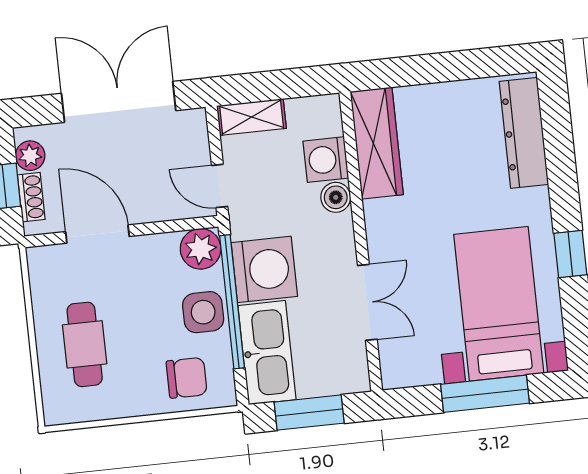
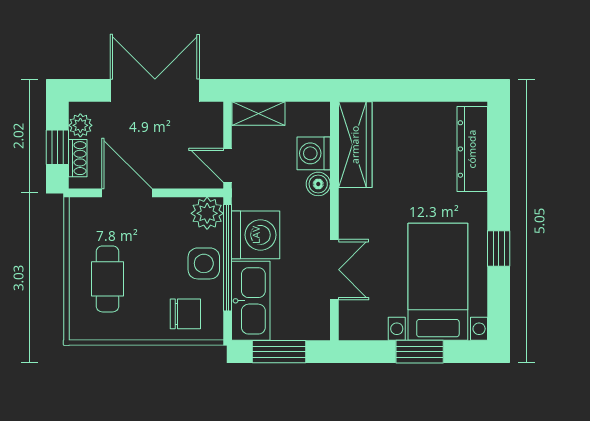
window: (485, 394) -> (420, 352), width x0.69

